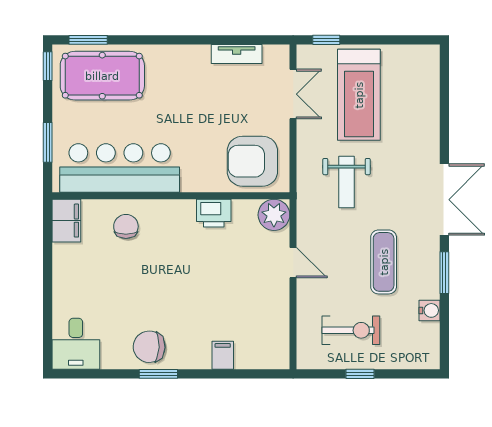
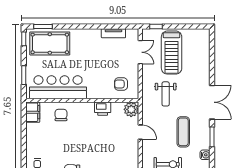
armchair: (252, 161) -> (121, 84), width x0.53, depth x0.53

